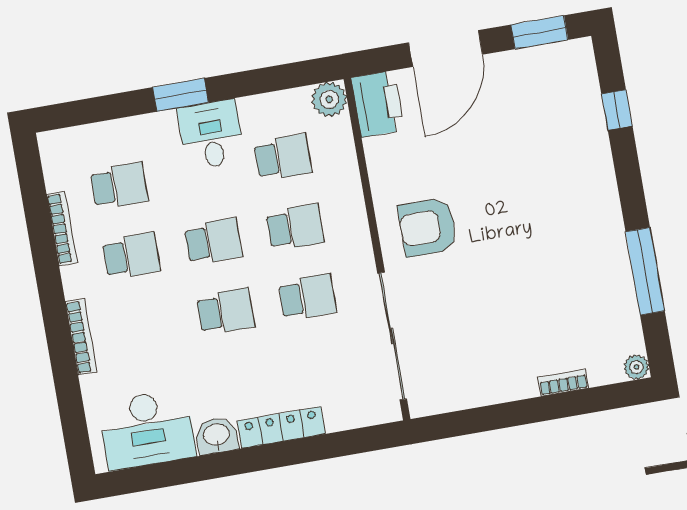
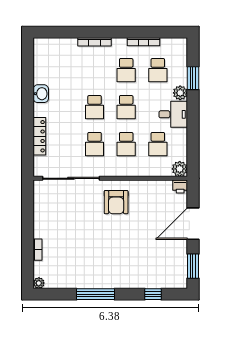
door: (446, 49) -> (193, 224), hinge flipped
window: (181, 95) -> (193, 78), moved
printer: (378, 104) -> (180, 187), width x0.53, depth x0.68
plant: (161, 127) -> (180, 93), added
armchair: (428, 227) -> (116, 202), turned 180
window: (645, 271) -> (96, 294), moved
locker: (281, 427) -> (39, 136), moved
desk: (147, 429) -> (49, 64), removed

